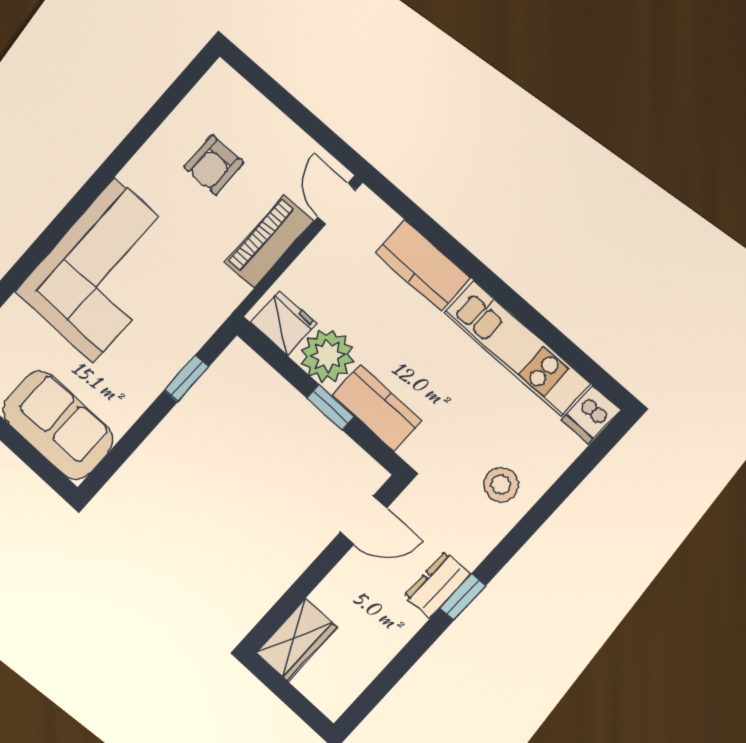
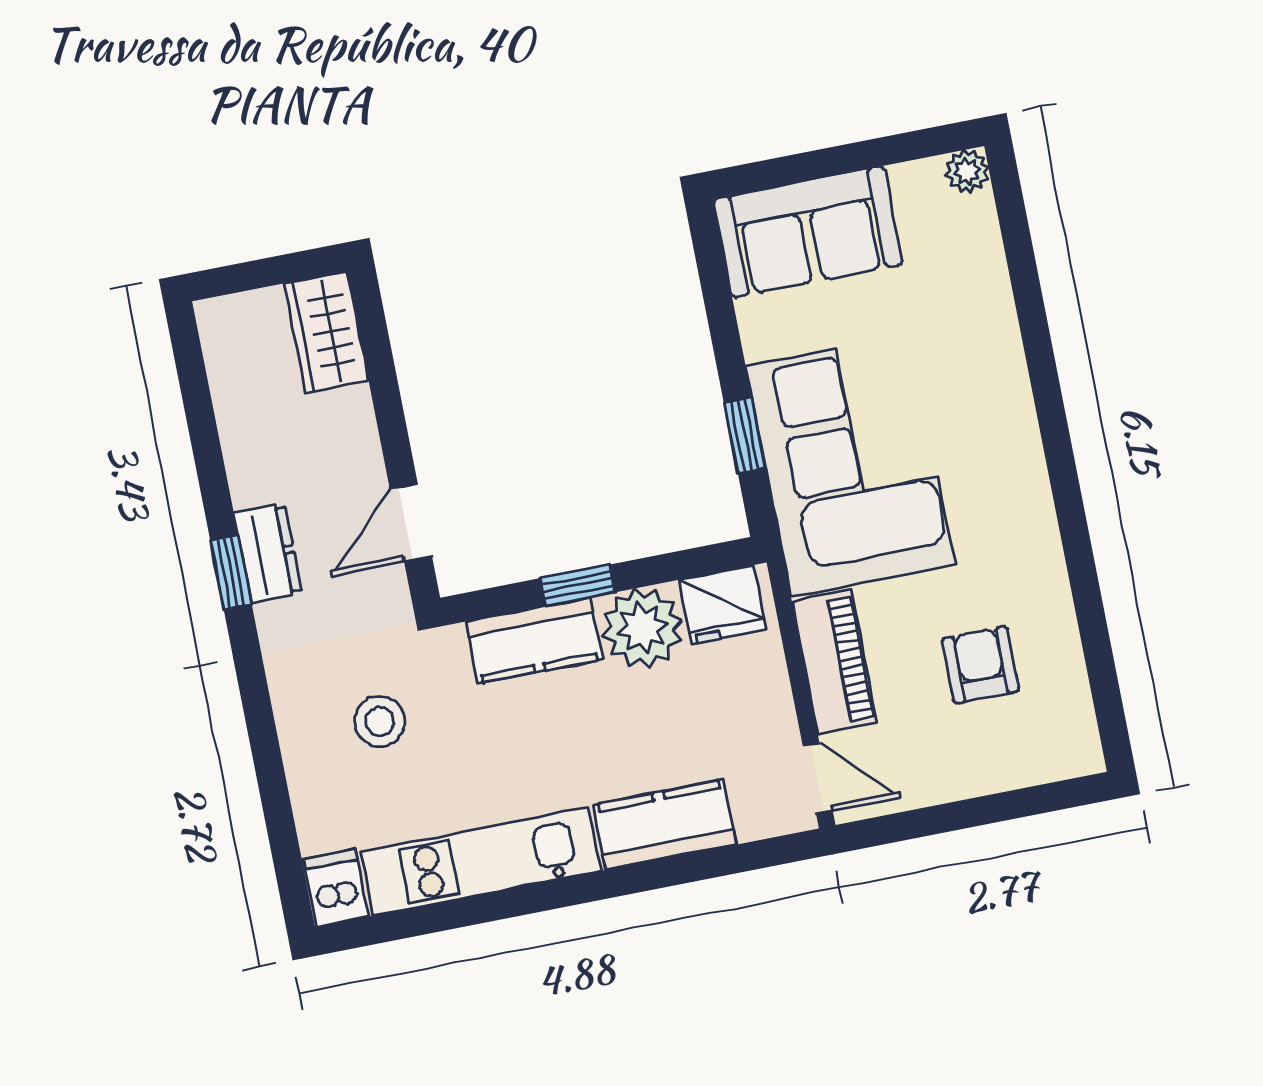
corner sofa: (104, 270) -> (850, 465), moved, turned 180
stool: (501, 484) -> (380, 721), moved

